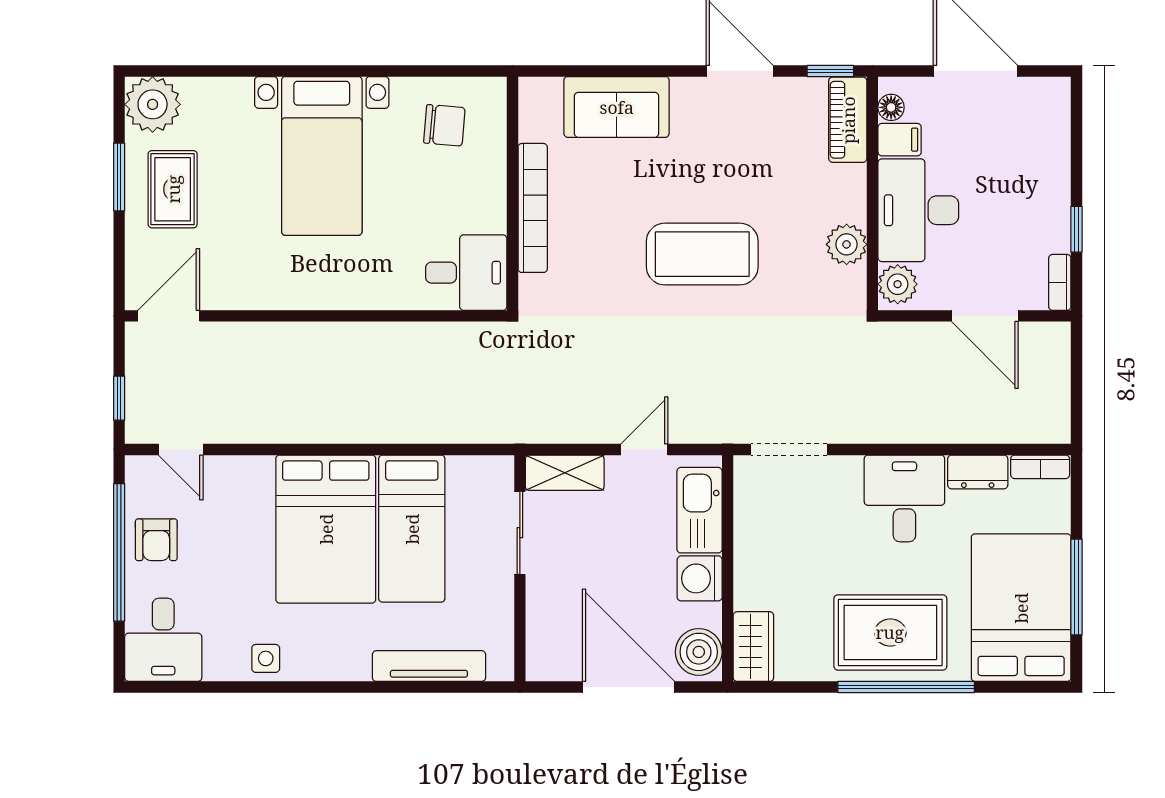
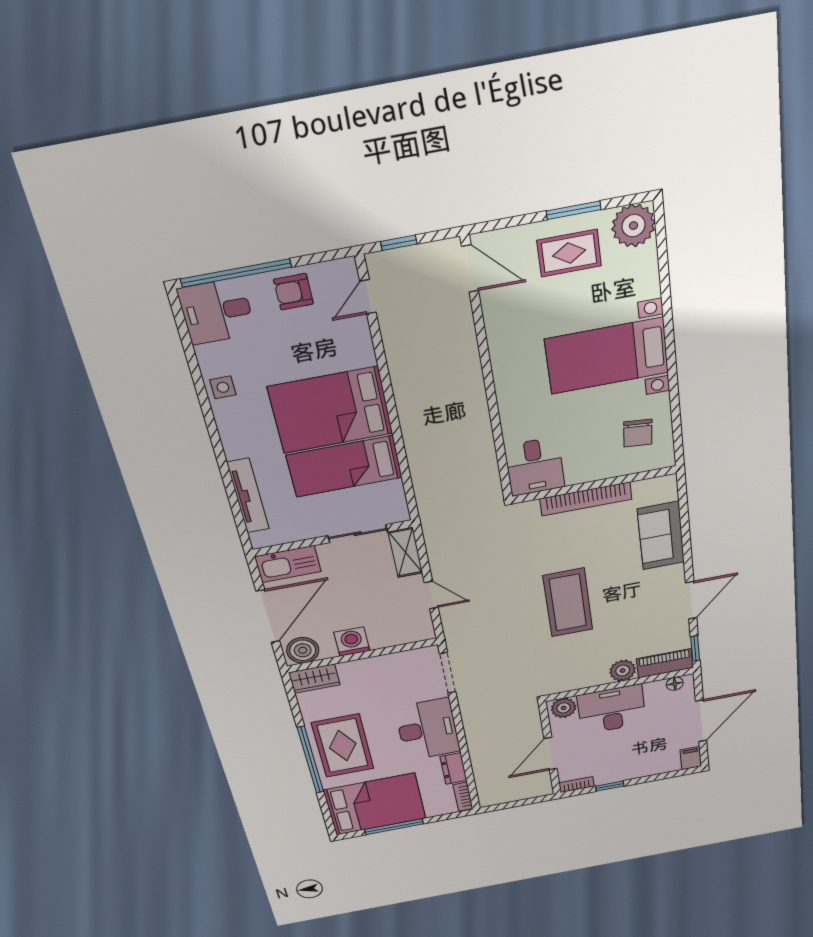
filing cabinet: (900, 140) -> (691, 758), moved, turned 180
plant: (847, 244) -> (623, 671), moved
desk: (904, 498) -> (427, 729), width x1.37
kitchen sink: (700, 510) -> (288, 564), moved, turned 180
window: (119, 552) -> (236, 273), moved

